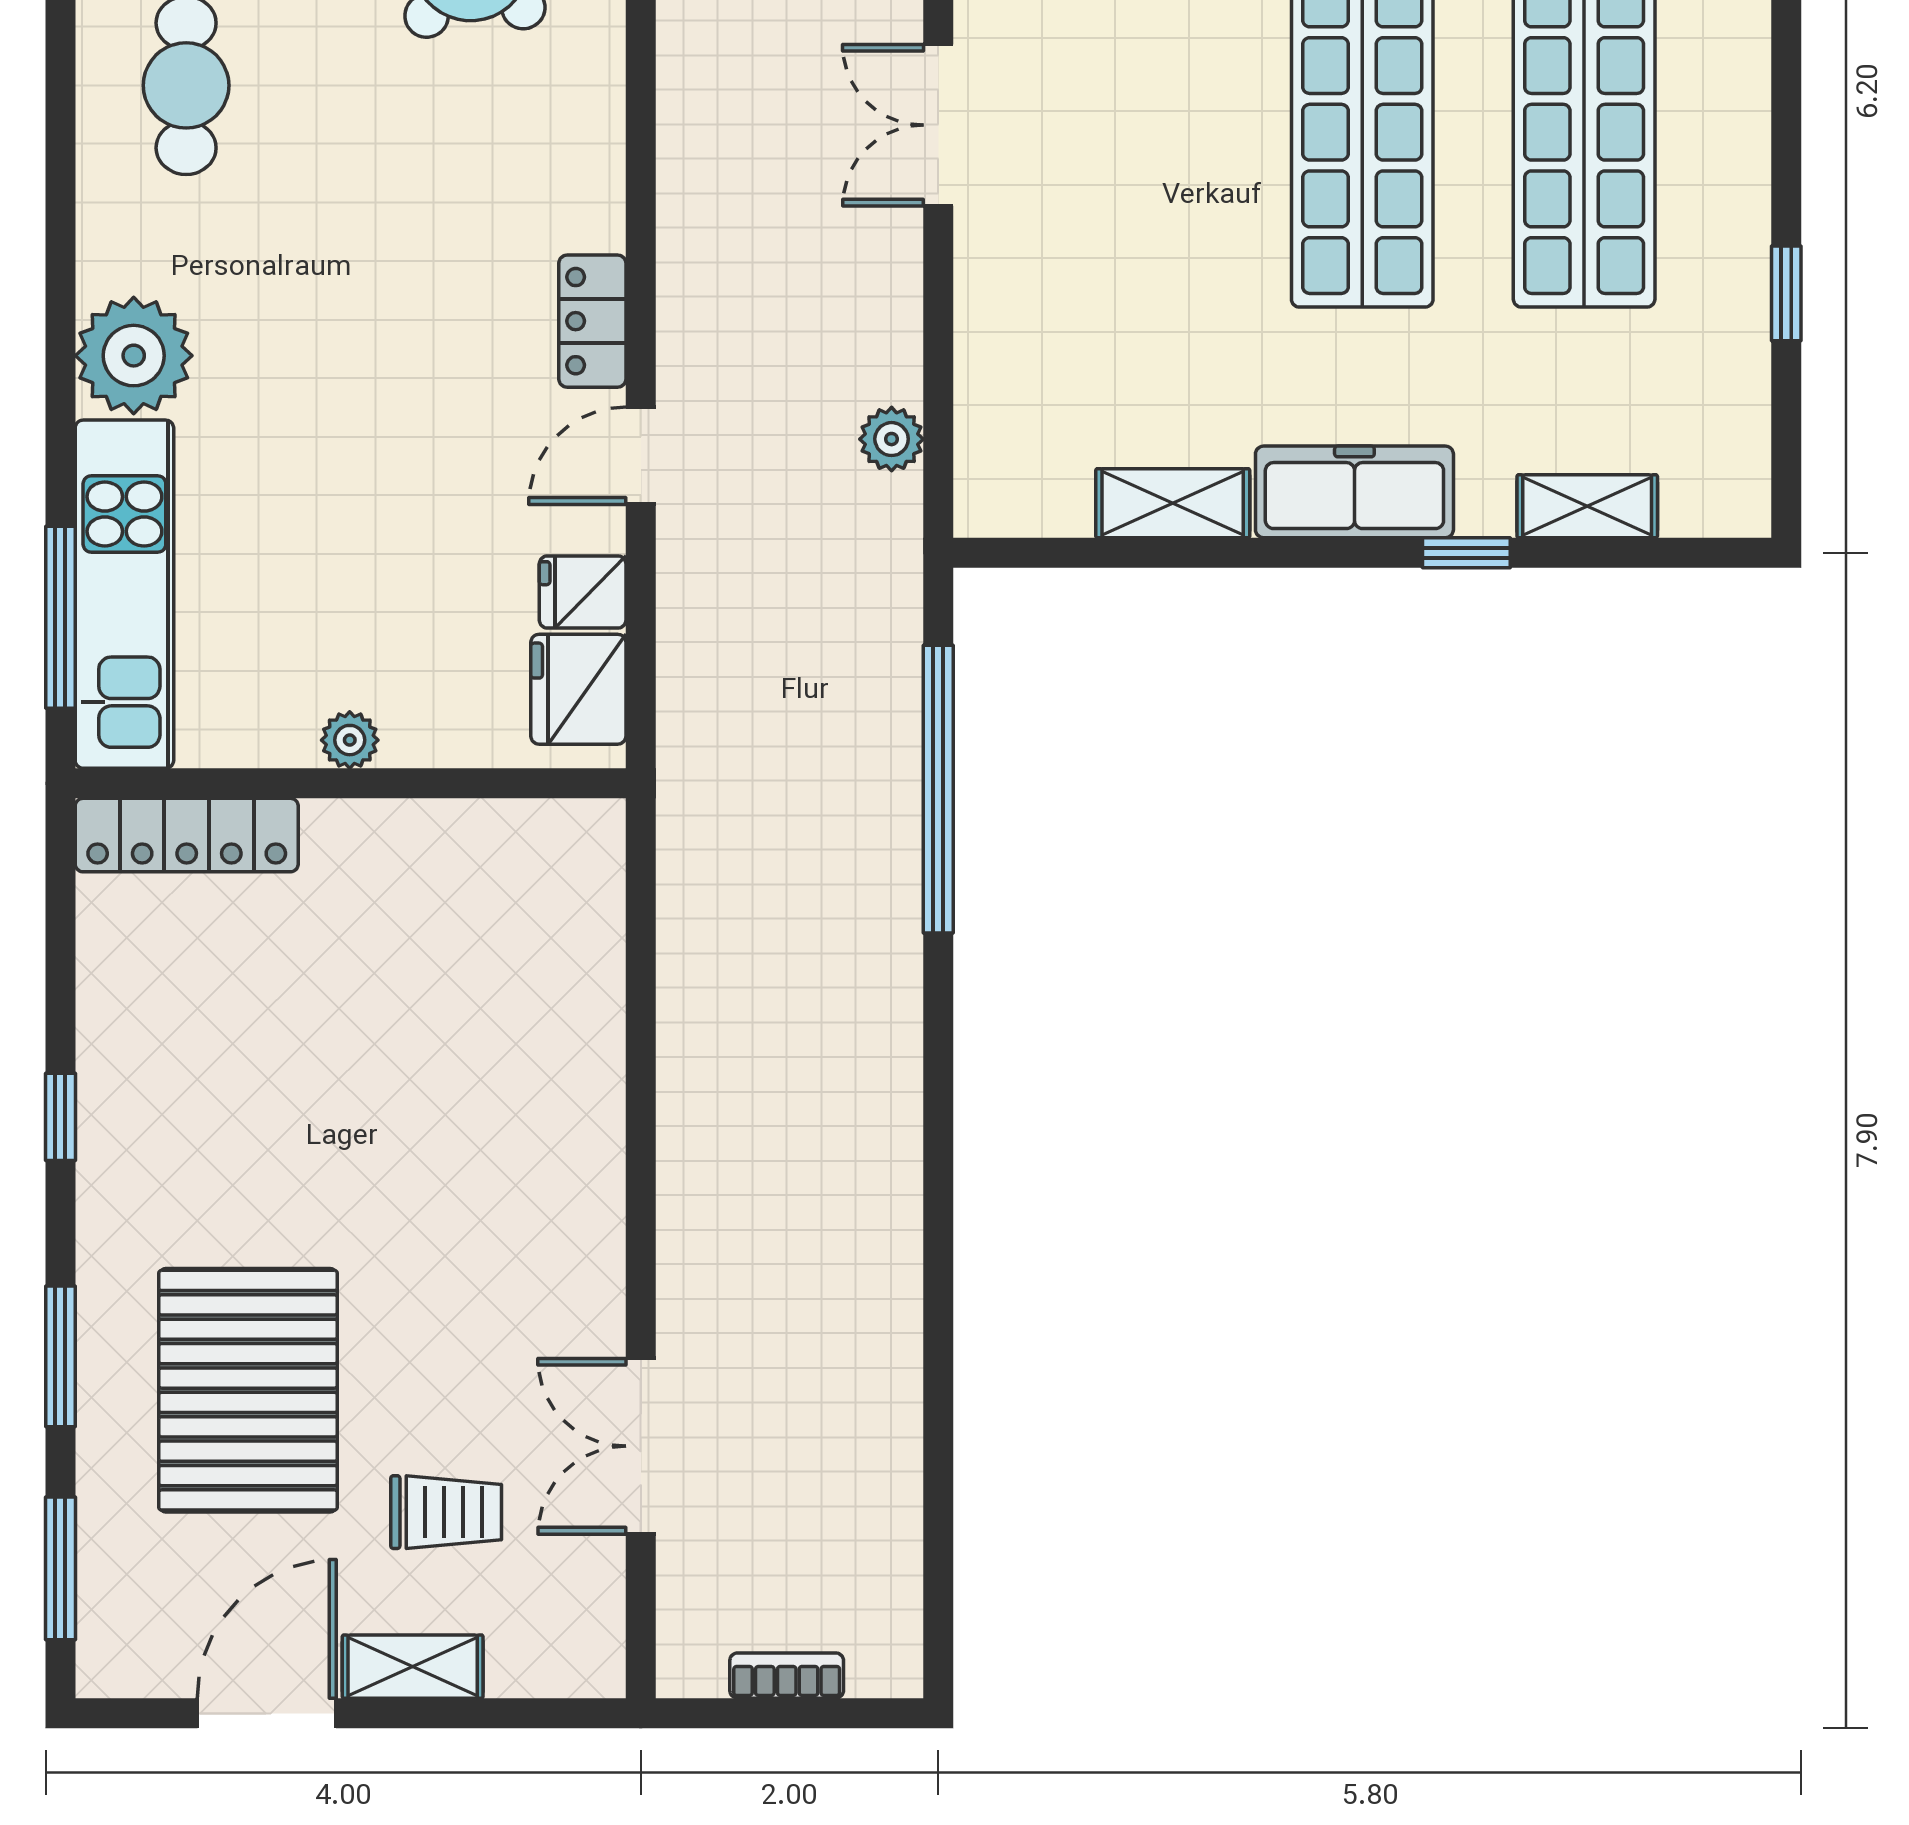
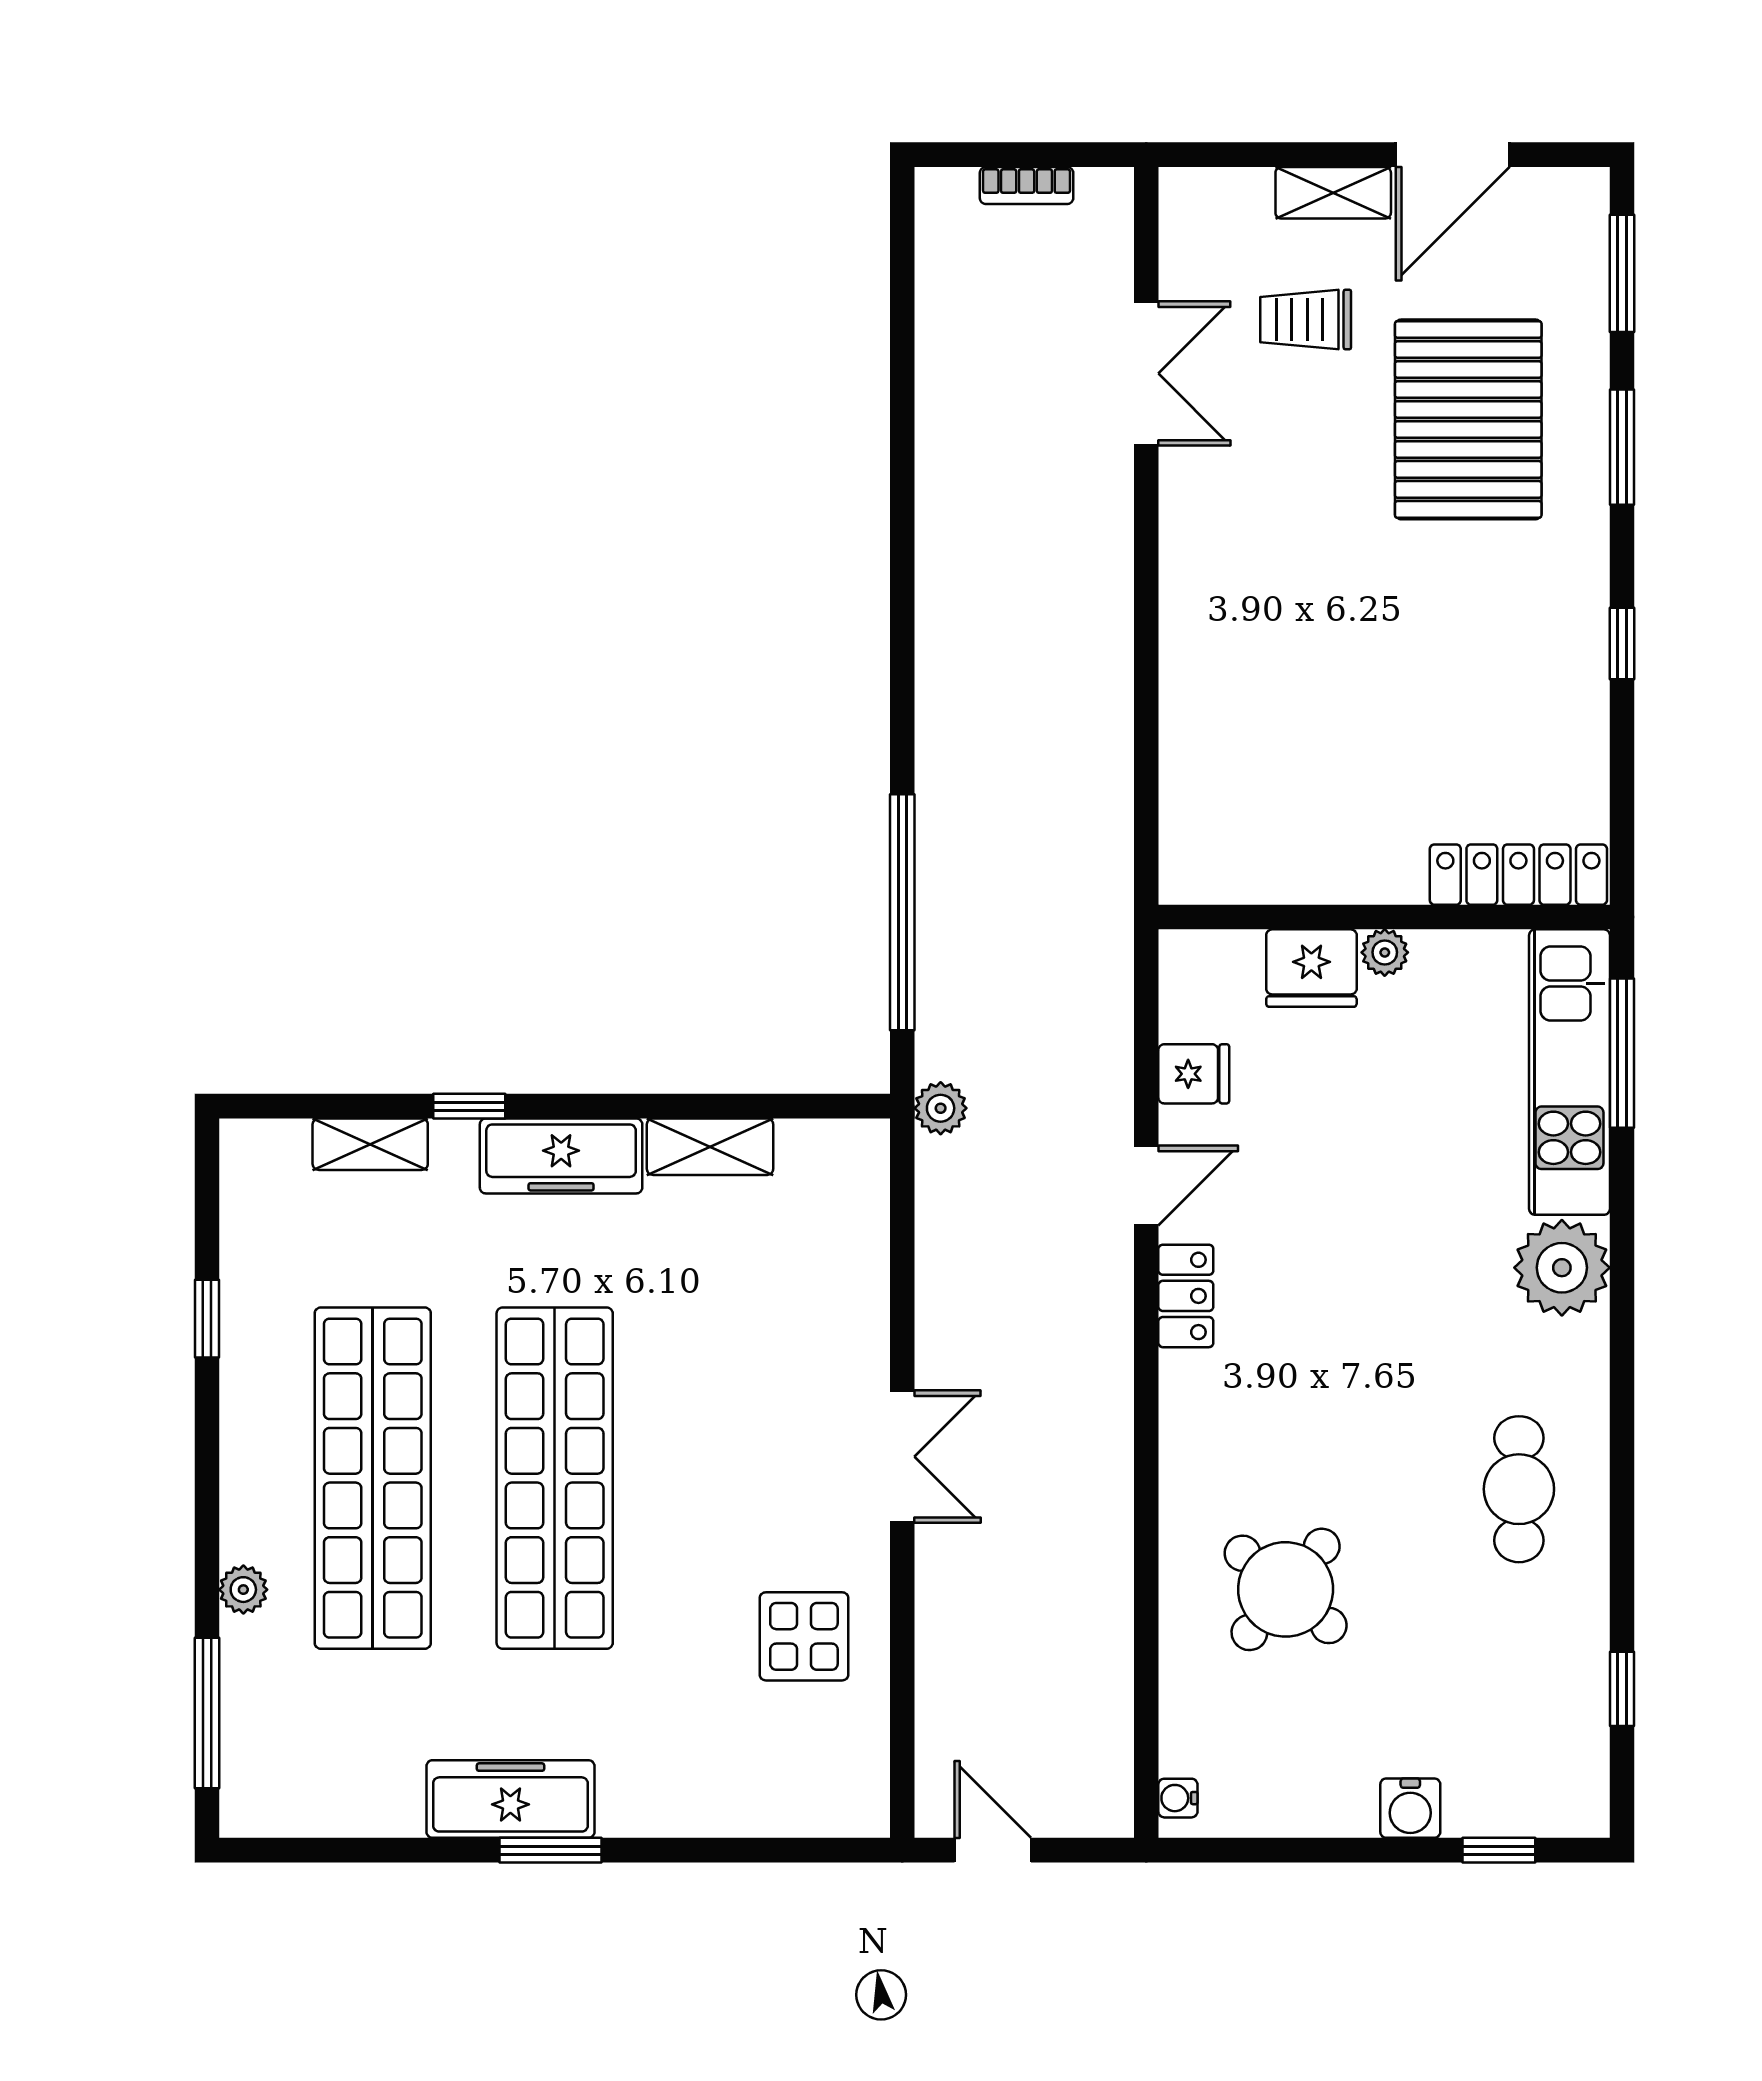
plant: (892, 439) -> (941, 1108), moved
fridge: (578, 689) -> (1311, 968), moved, turned 90

